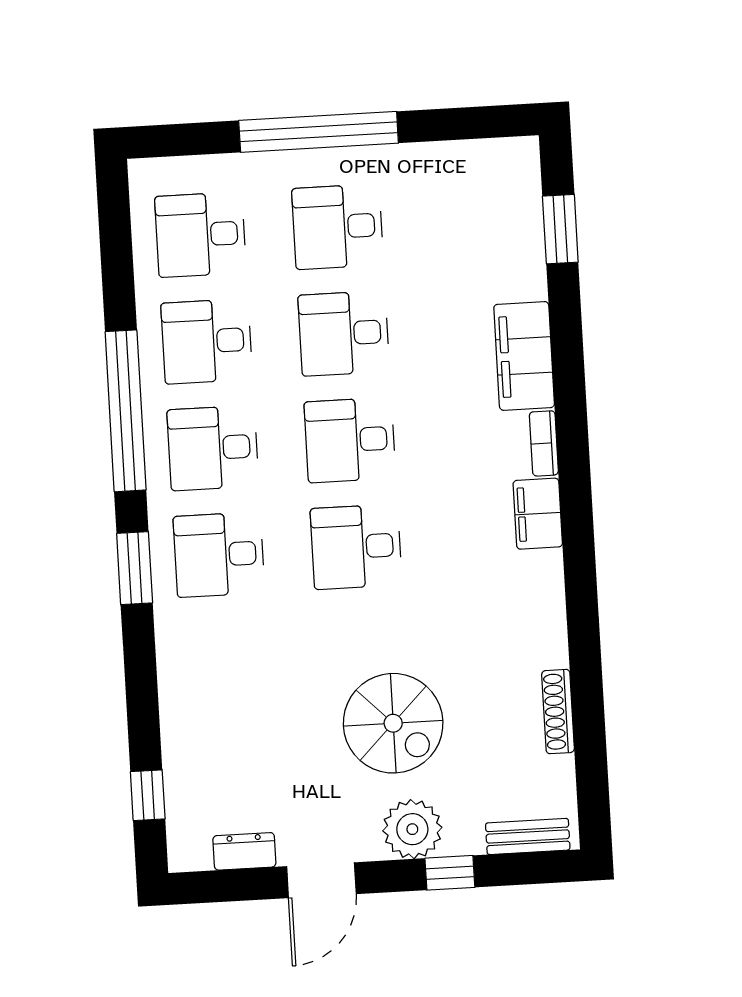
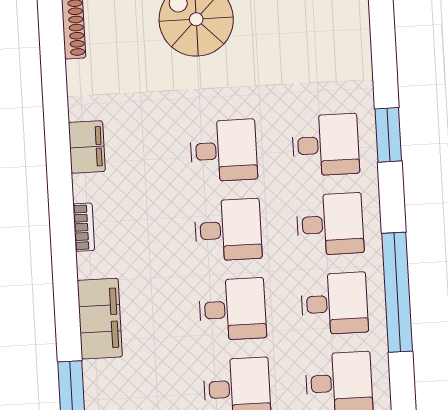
filing cabinet: (524, 356) -> (100, 319), moved
window: (126, 411) -> (397, 292), moved
filing cabinet: (538, 514) -> (87, 147), moved

